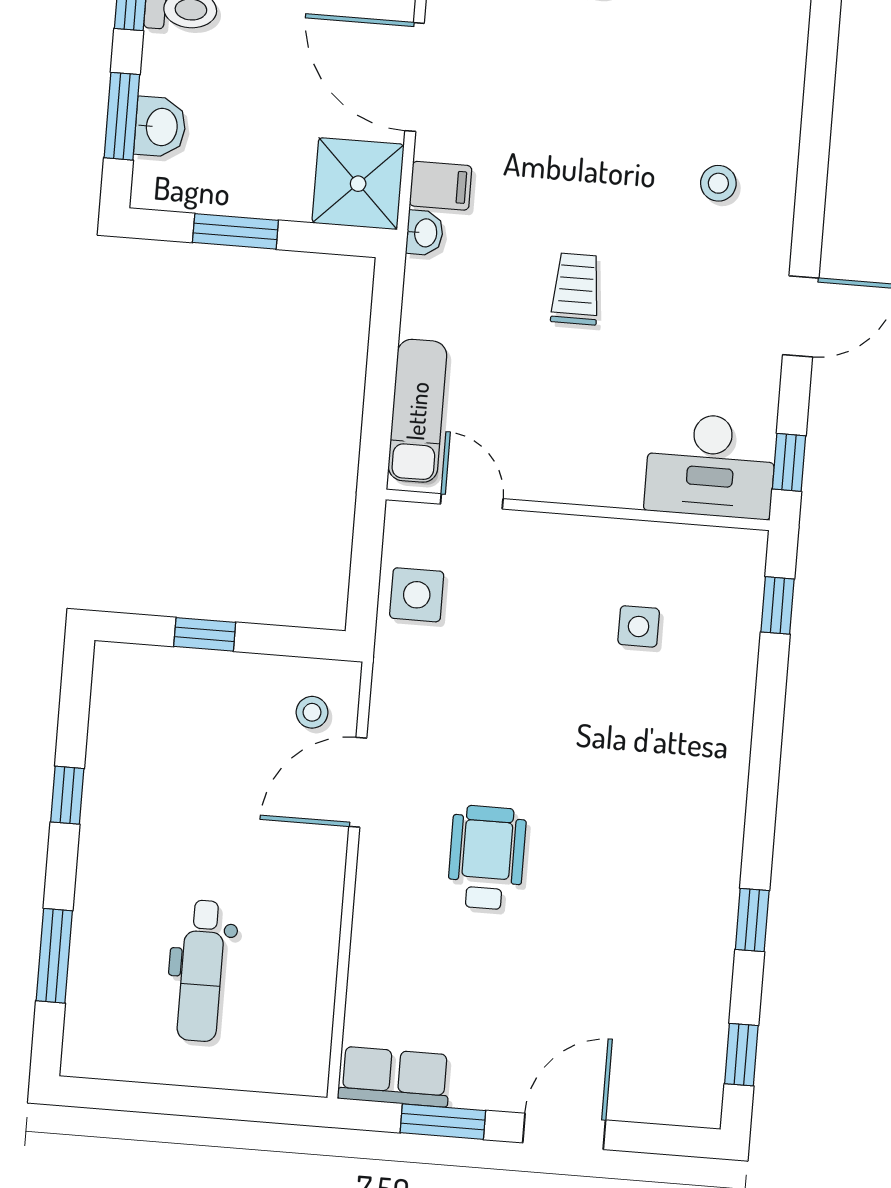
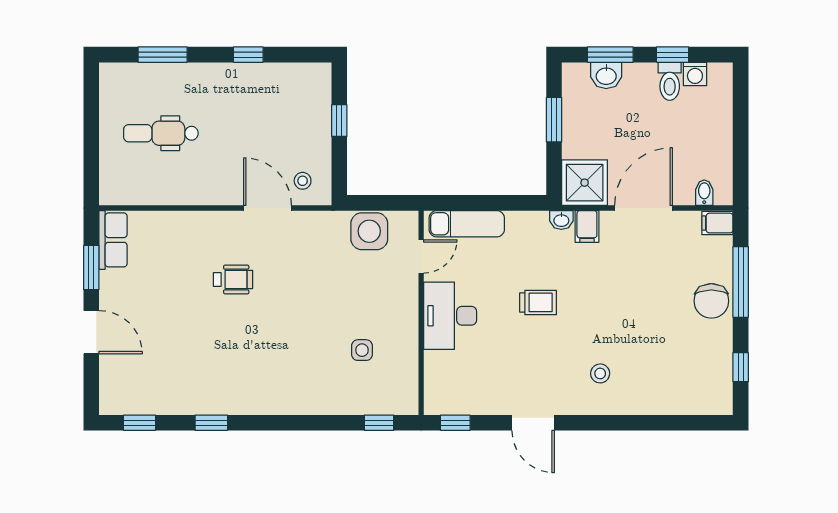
desk: (711, 466) -> (450, 316), moved
side table: (417, 595) -> (369, 231), width x1.37, depth x1.37
wheelchair: (487, 858) -> (233, 279), width x0.73, depth x0.73

